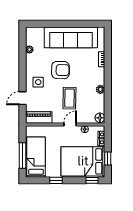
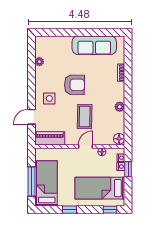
sofa: (71, 37) -> (94, 45), width x0.74, depth x0.79
window: (108, 159) -> (128, 169), moved
bed: (83, 161) -> (100, 188), width x0.67

